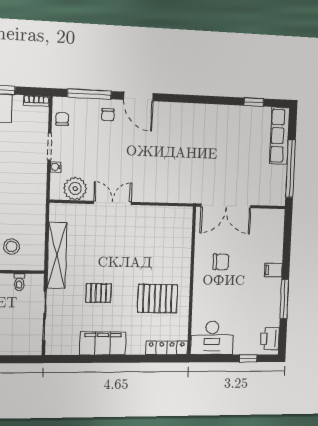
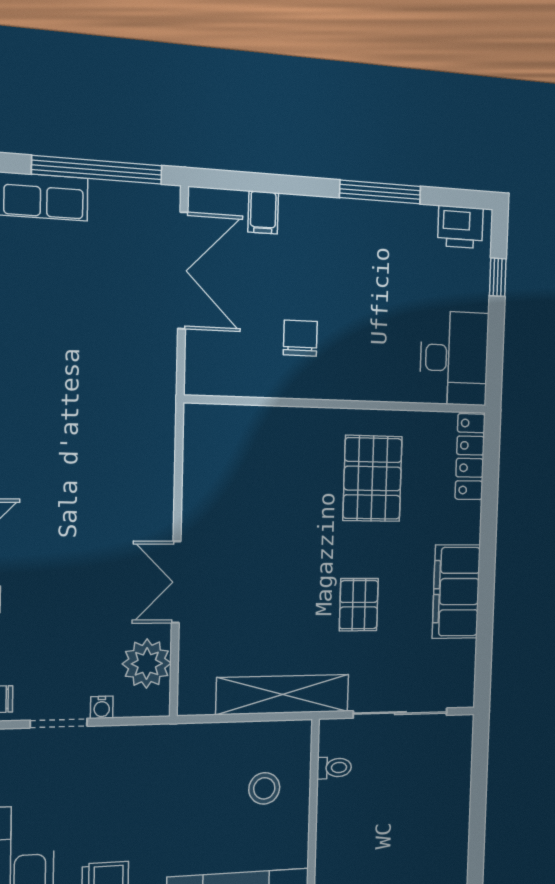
double door: (226, 206) -> (183, 271), moved
filing cabinet: (273, 270) -> (263, 212), moved

